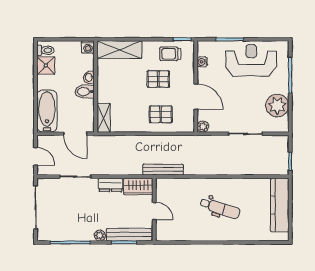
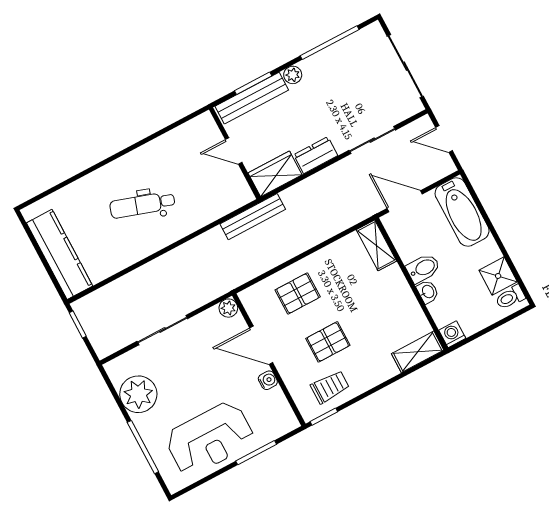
shelving: (119, 50) -> (418, 352), width x0.67, depth x0.75
water cooler: (202, 62) -> (268, 380), moved

